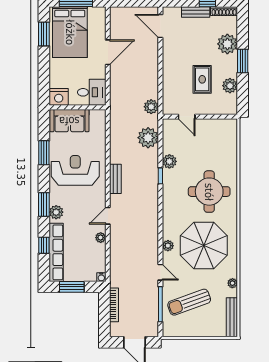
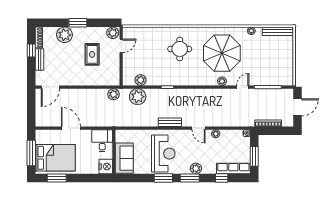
rug: (202, 79) -> (92, 54), turned 90
plant: (230, 86) -> (113, 33), moved
door: (187, 117) -> (121, 46), moved
window: (44, 153) -> (163, 178), moved
plant: (169, 161) -> (141, 80), moved
reception desk: (75, 170) -> (163, 154), turned 180
round table: (209, 192) -> (180, 49), width x0.73, depth x0.73
row of seats: (56, 252) -> (233, 168), width x0.73
sun lounger: (189, 302) -> (266, 65), removed

